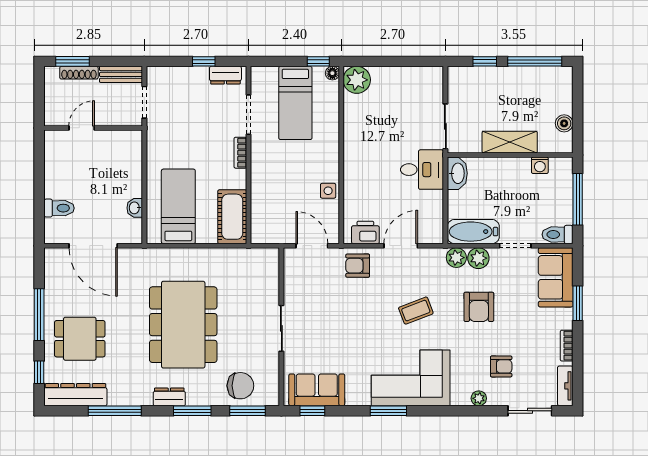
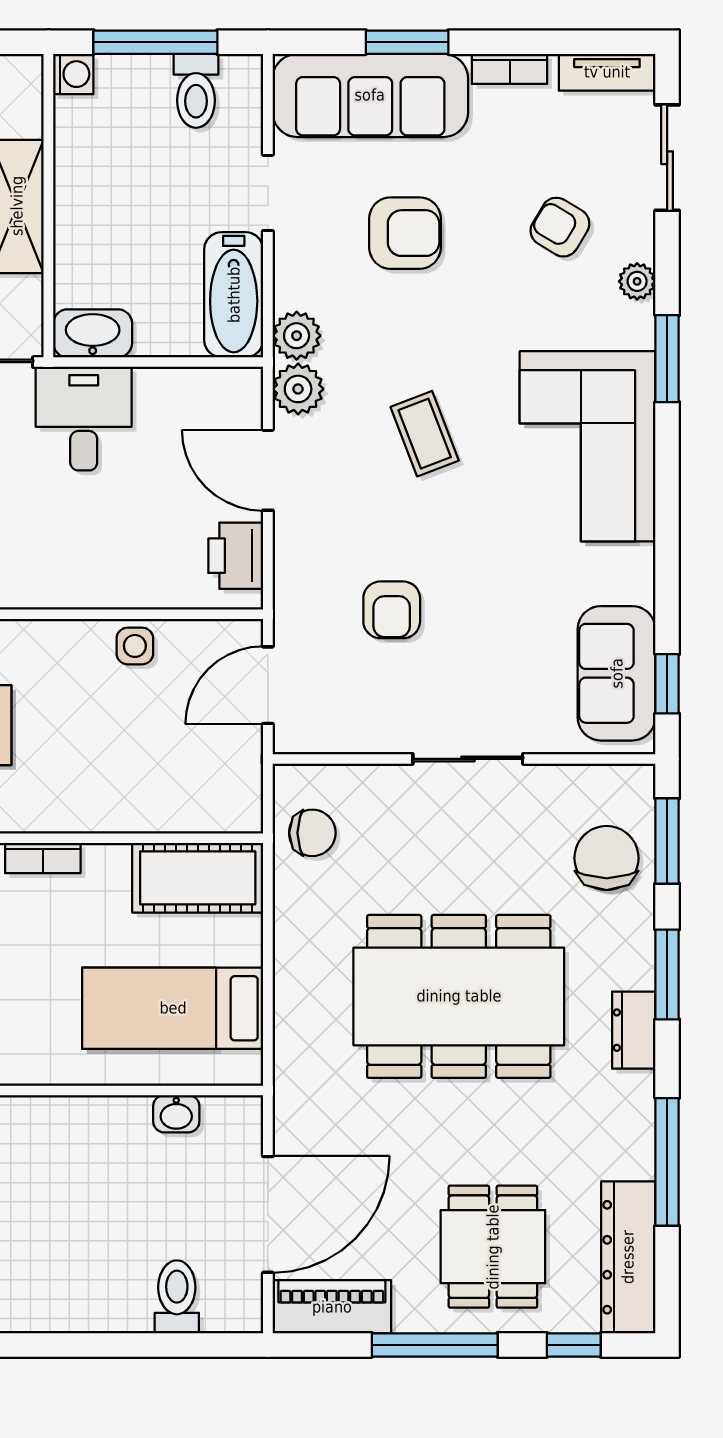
washing machine: (540, 165) -> (73, 74), moved
toilet: (558, 234) -> (196, 91), moved
plant: (478, 258) -> (298, 389), moved
chair: (251, 264) -> (312, 833), added
armchair: (358, 266) -> (392, 610), moved
piano: (55, 272) -> (332, 1307), added
sofa: (556, 277) -> (370, 95), width x1.36
armchair: (479, 307) -> (405, 233), moved
armchair: (501, 366) -> (560, 227), turned -59
window: (388, 411) -> (667, 359), moved

